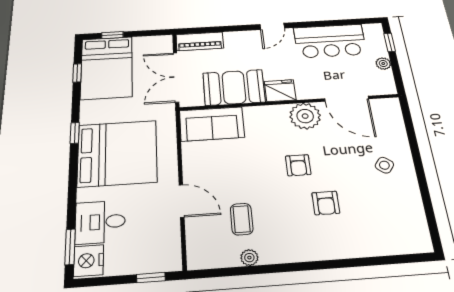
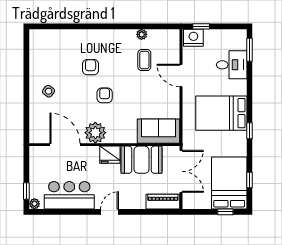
plant: (383, 64) -> (34, 204), moved
bed: (117, 153) -> (221, 113), width x0.73
nightstand: (89, 261) -> (193, 38), moved, turned -90

